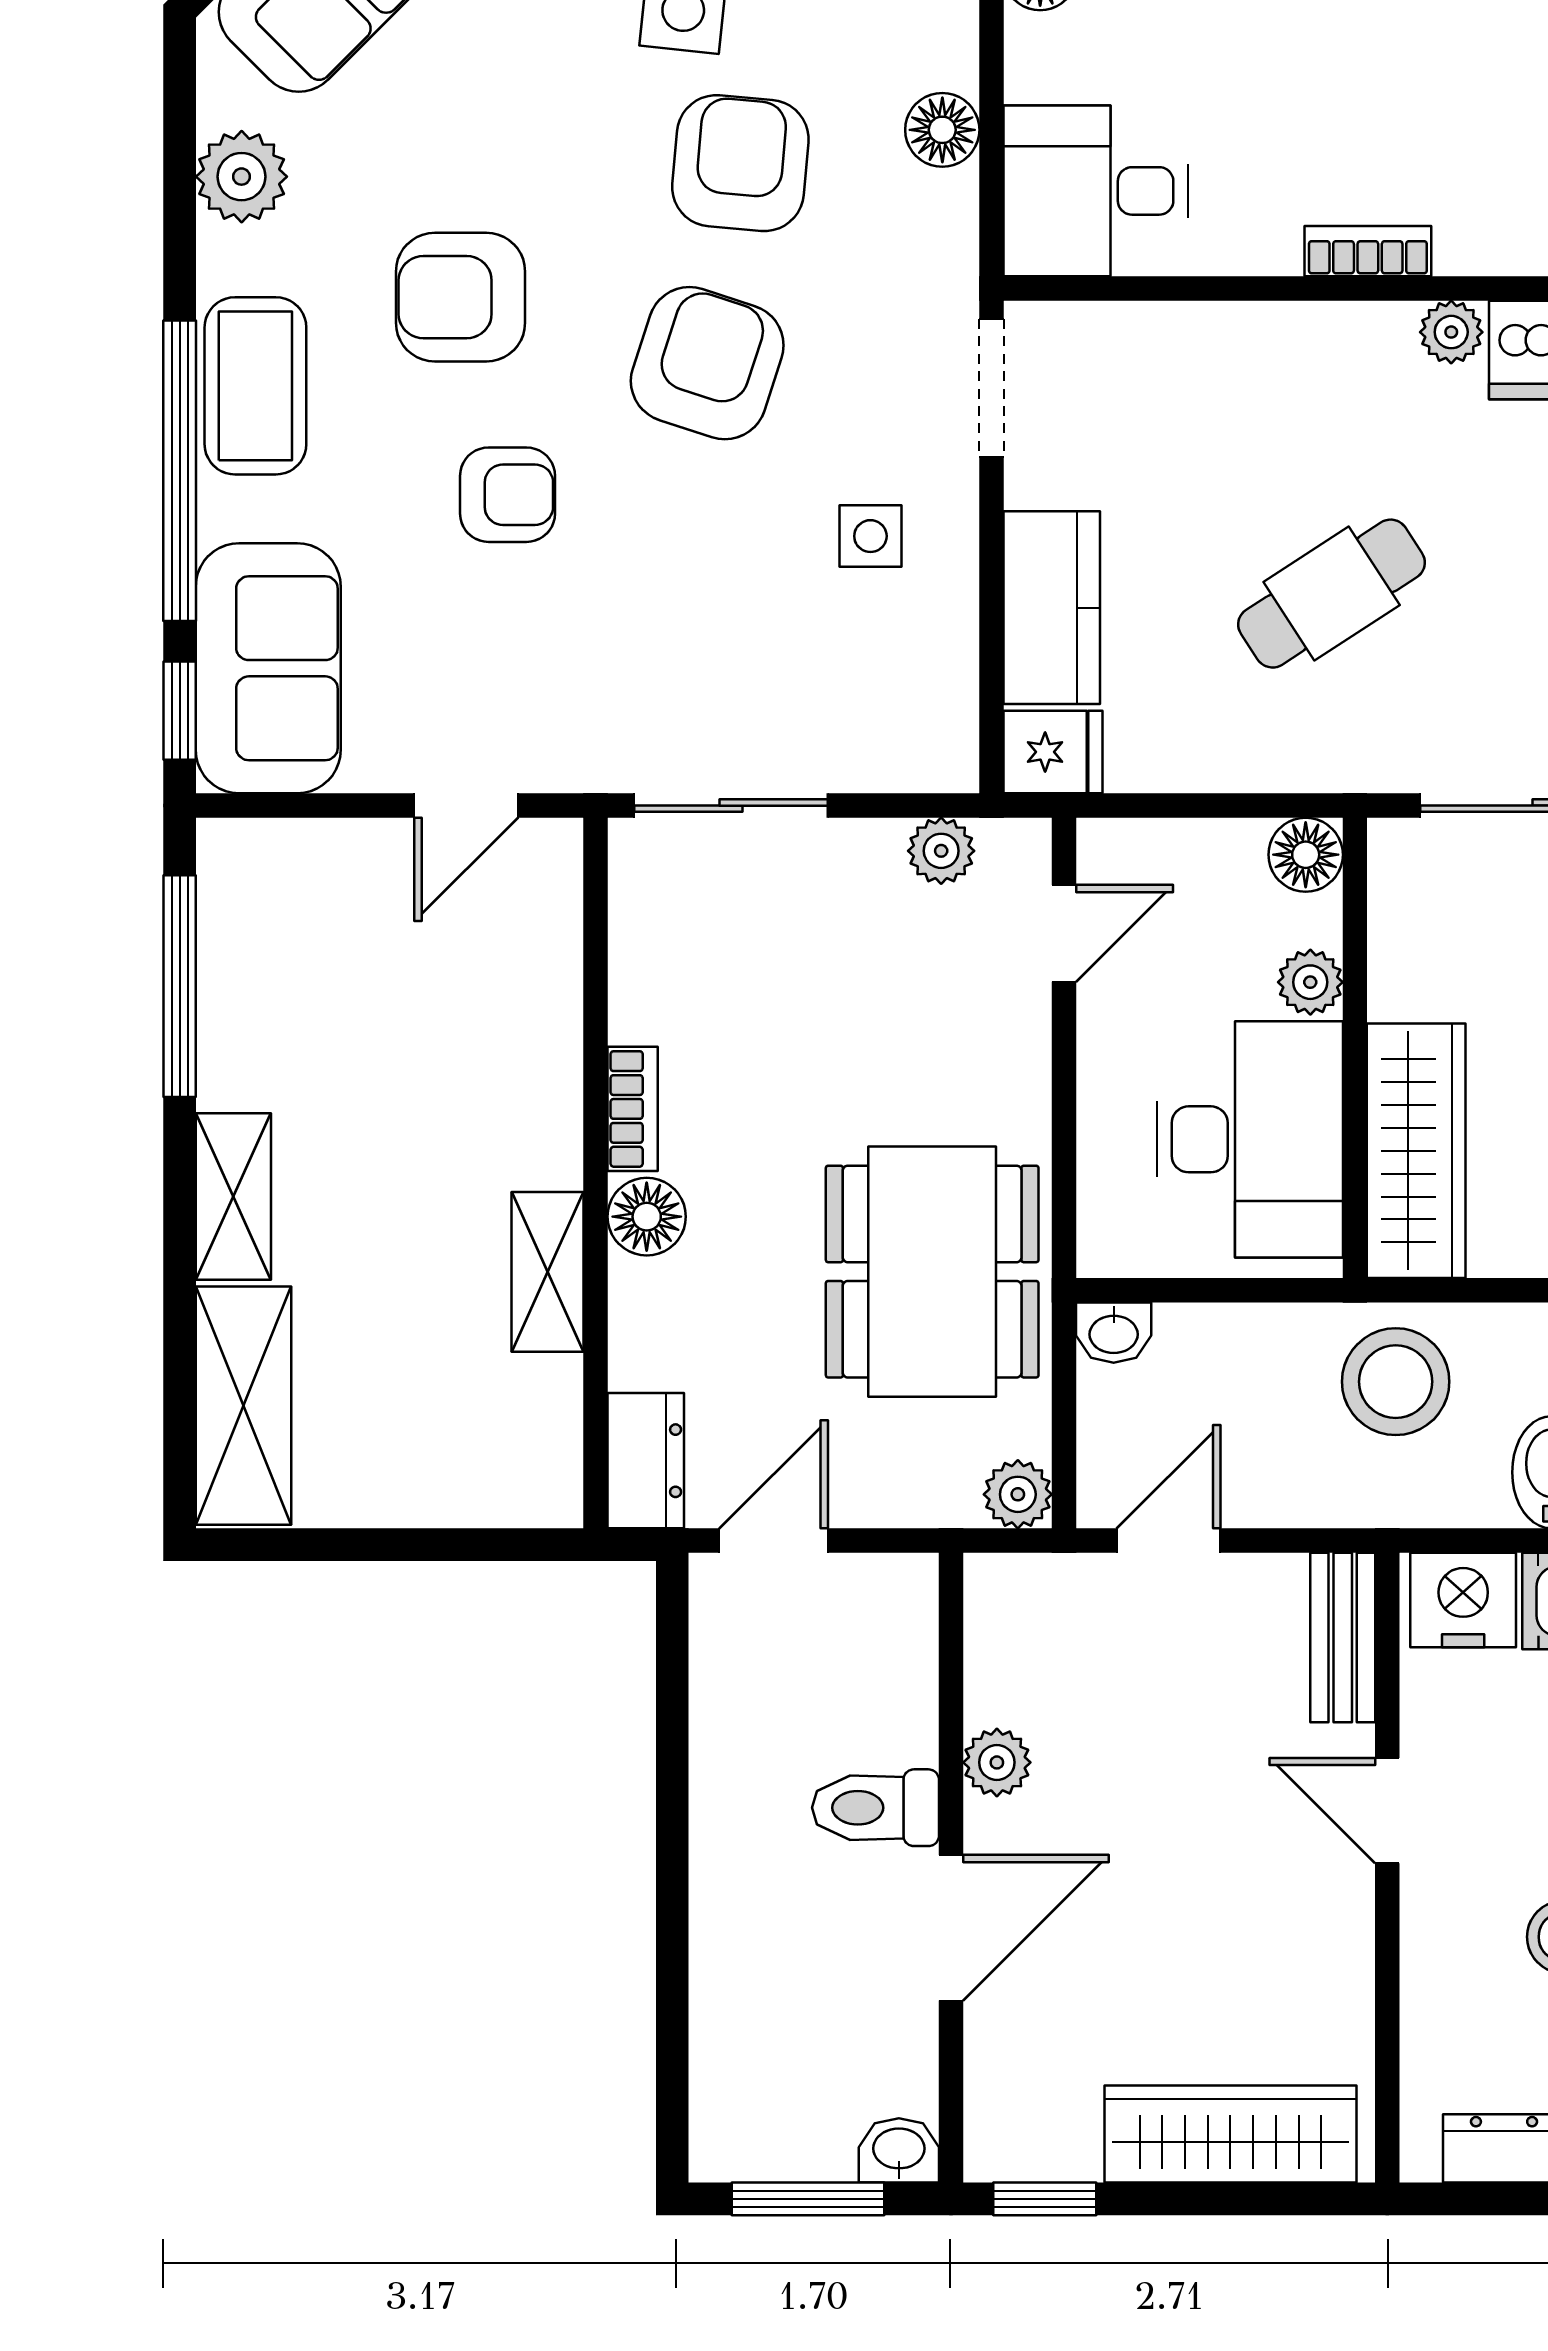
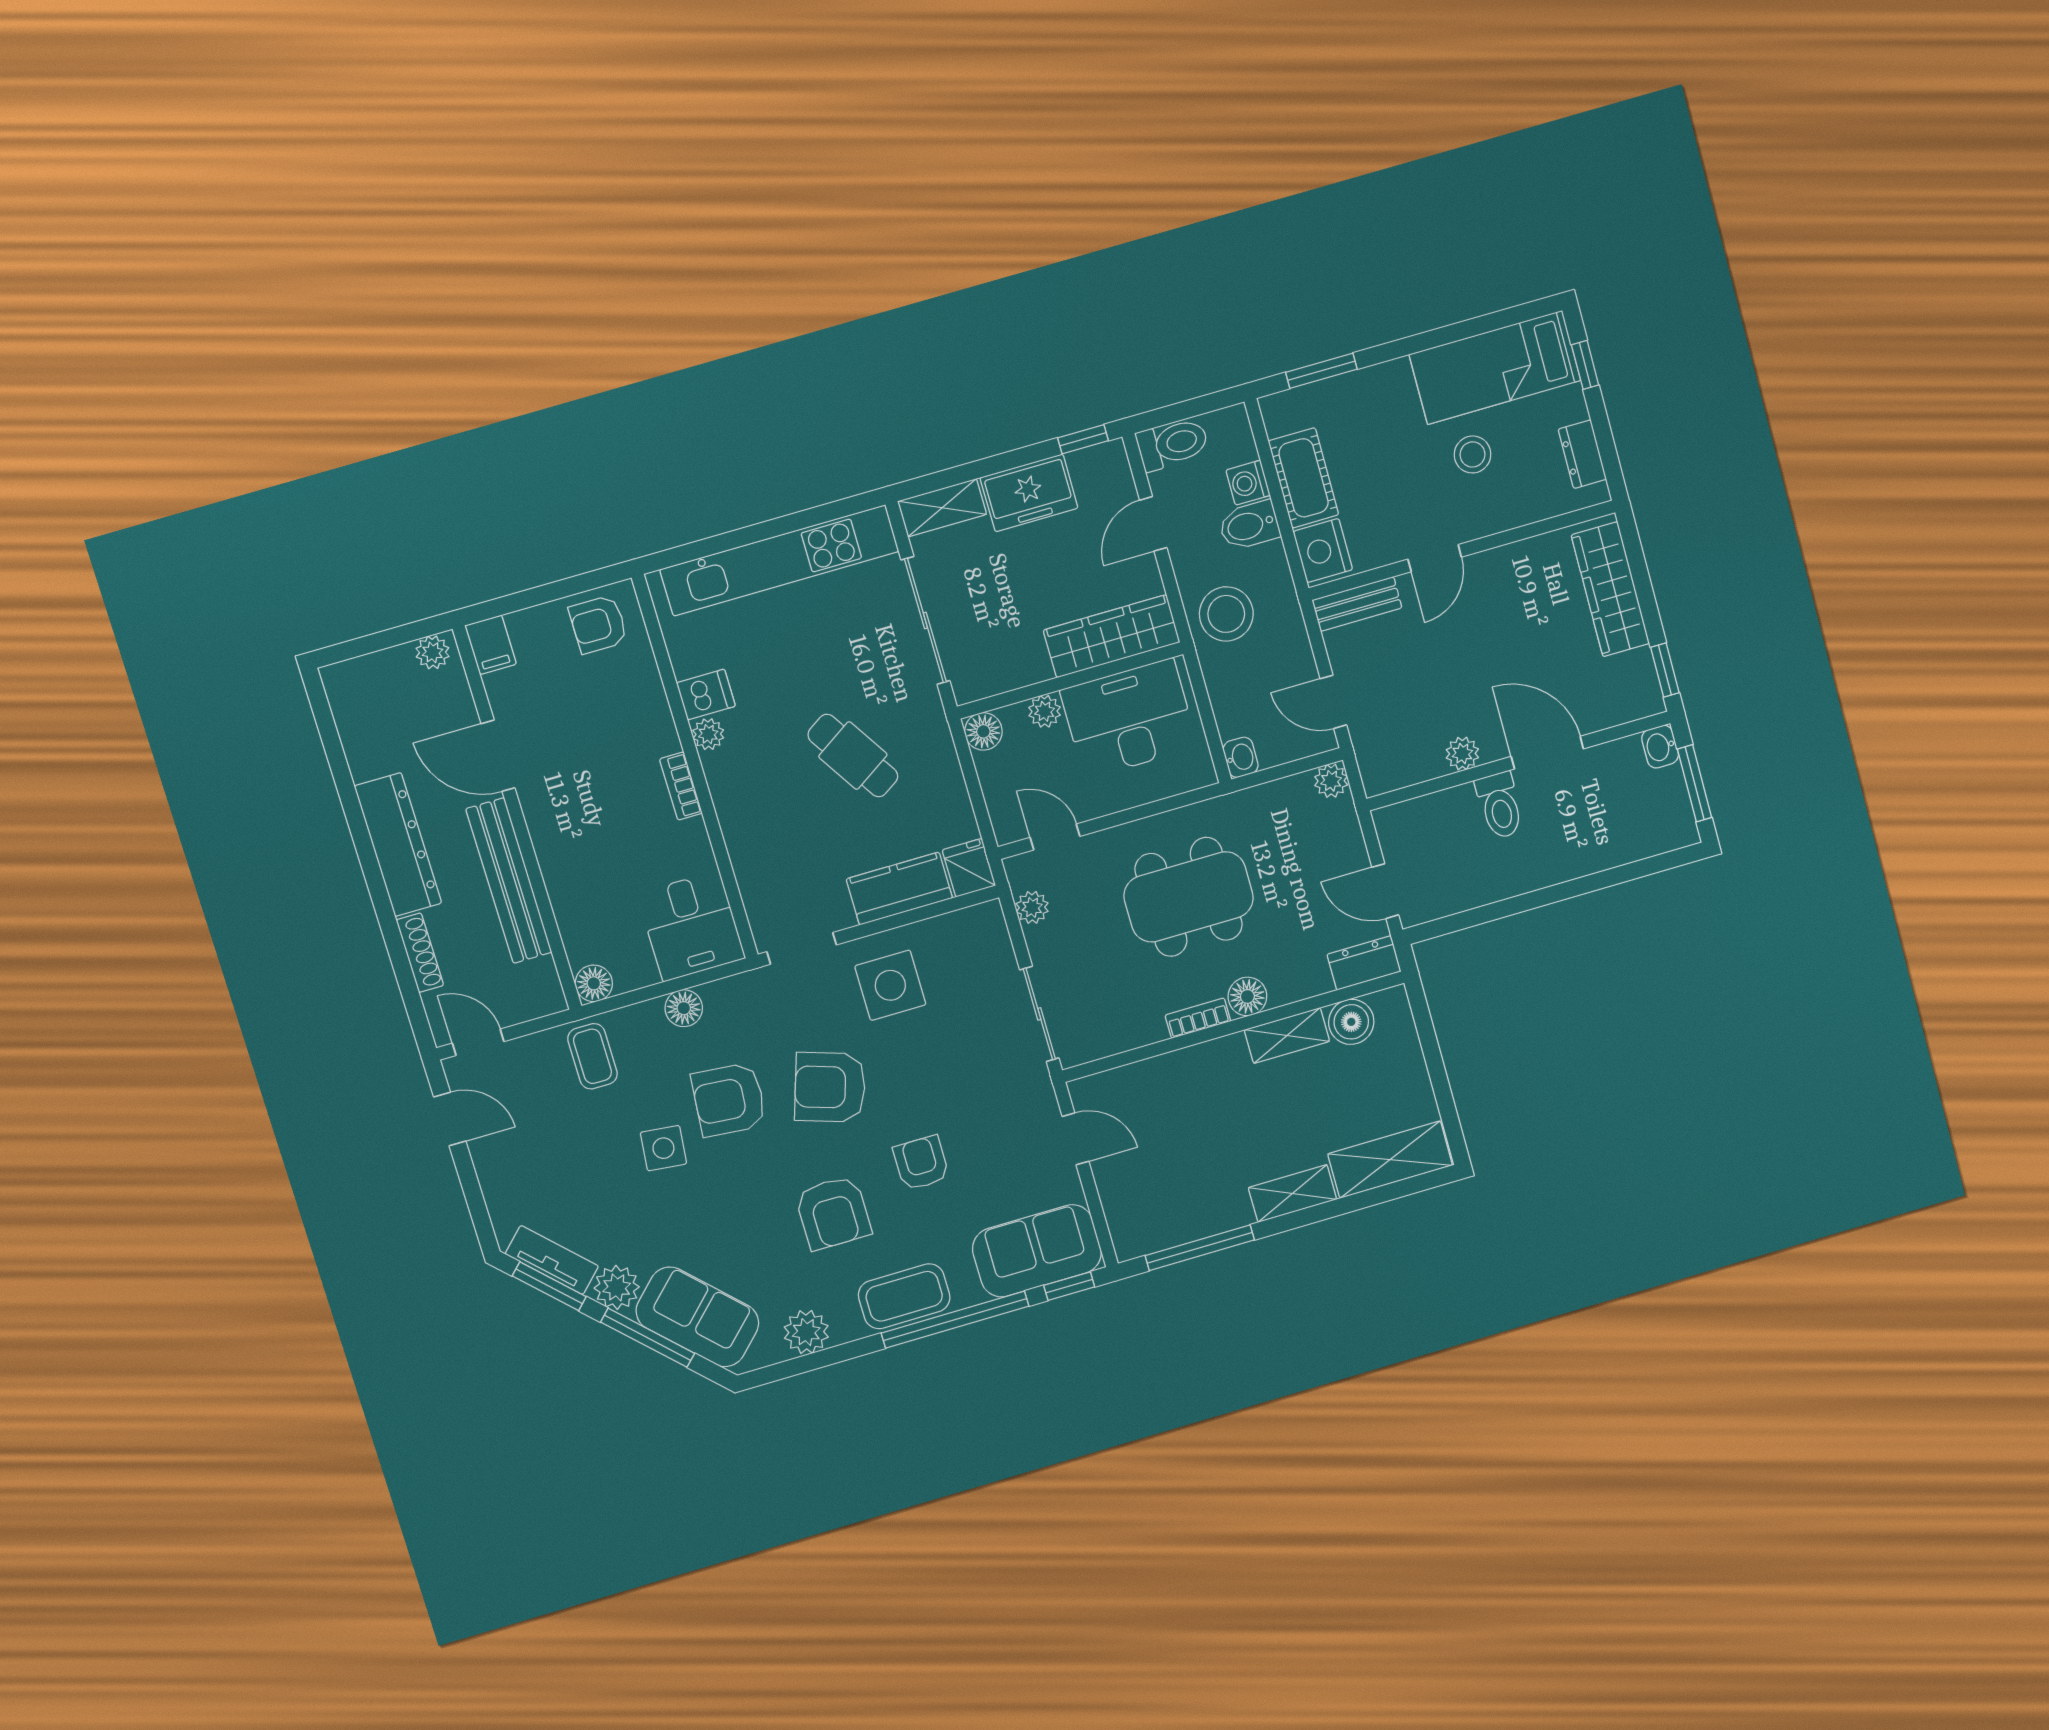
side table: (870, 536) -> (890, 985), width x1.87, depth x1.87
dining table: (932, 1272) -> (1189, 897), moved
boiler: (538, 1404) -> (1351, 1022), added

